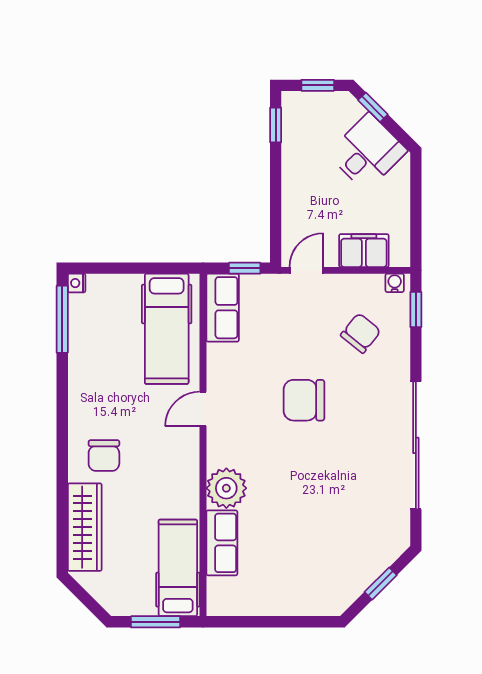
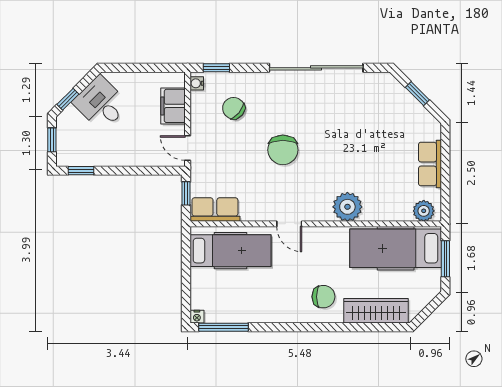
row of seats: (222, 543) -> (430, 164), moved, turned -90
hospital bed: (178, 568) -> (396, 248), width x1.37, depth x1.29
plant: (221, 592) -> (424, 211), added

